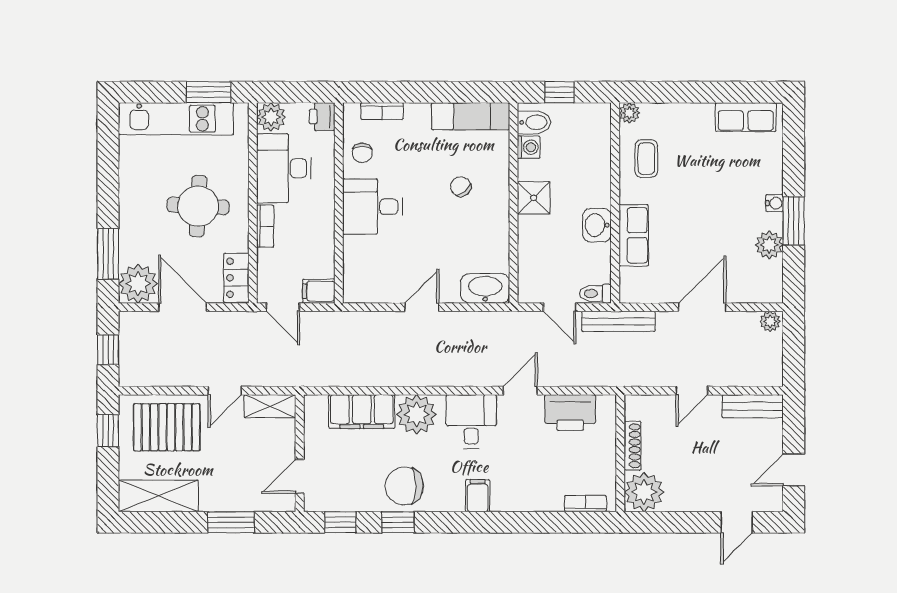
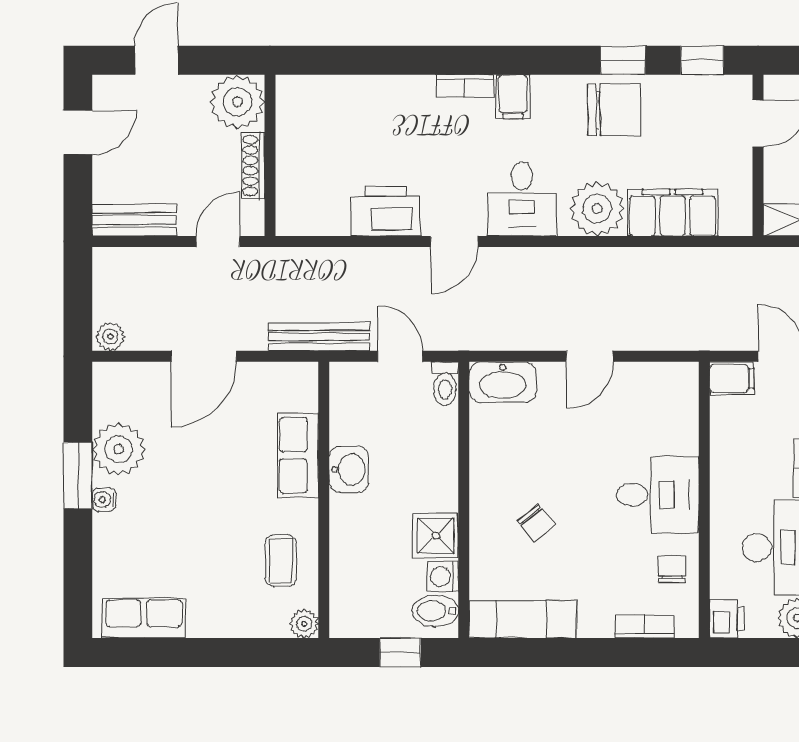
shower: (534, 198) -> (436, 536), moved
plant: (769, 245) -> (119, 449), width x1.36, depth x1.36
toilet: (595, 294) -> (445, 383), moved, turned 90
shoe rack: (633, 446) -> (253, 166), moved
wall: (620, 453) -> (270, 155), moved
plant: (644, 492) -> (237, 102), moved
bookcase: (585, 504) -> (465, 86), moved

